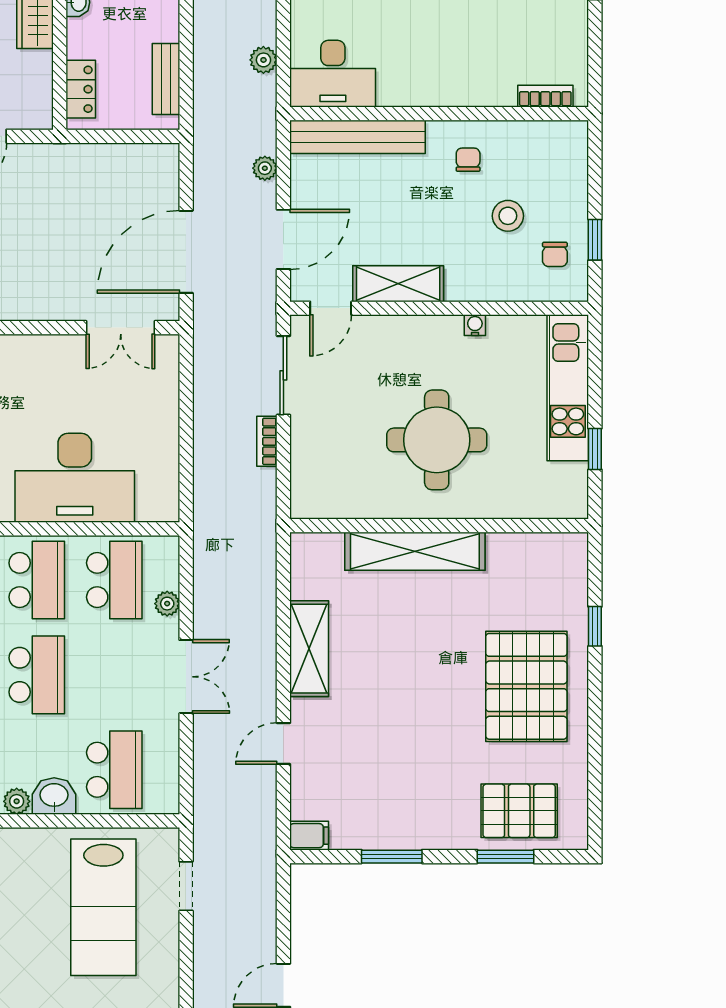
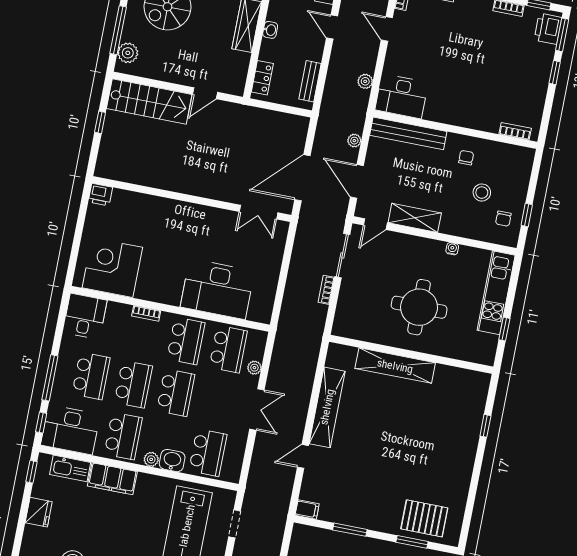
door: (283, 239) -> (357, 181), swing flipped
shelving: (309, 649) -> (327, 407), width x1.47
pallet: (526, 686) -> (442, 451), removed

